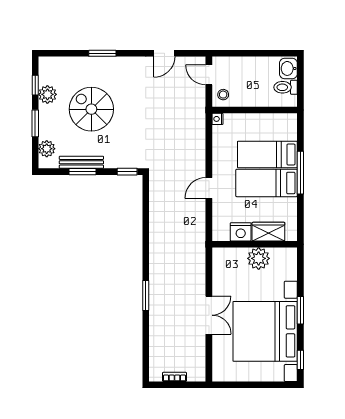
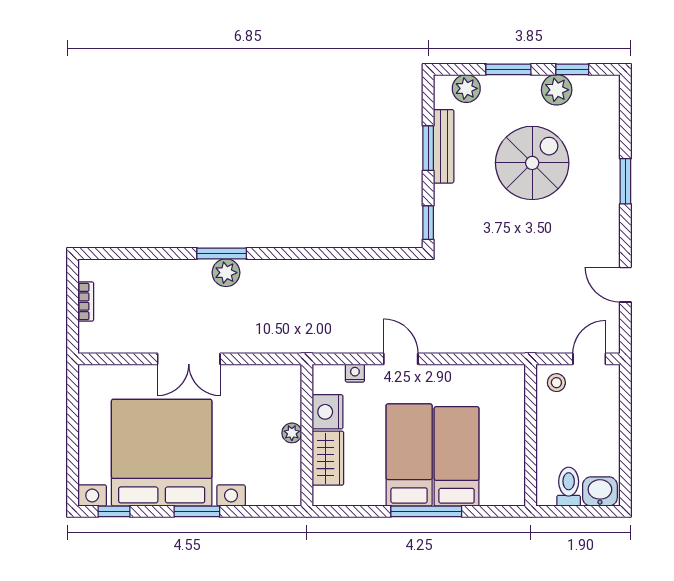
nightstand: (217, 119) -> (355, 373), moved
plant: (259, 258) -> (292, 433), width x0.53, depth x0.53
plant: (157, 293) -> (226, 273), added

